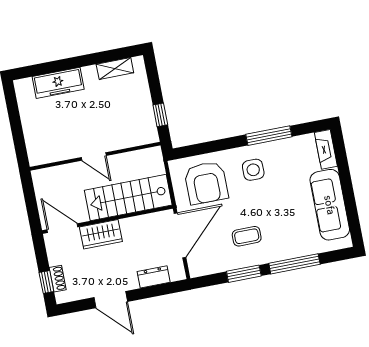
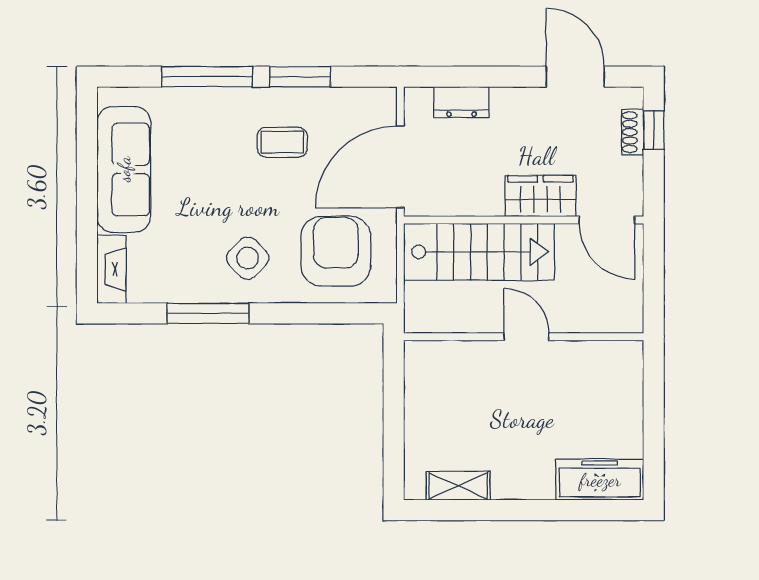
freezer: (58, 83) -> (600, 480), moved
window: (160, 115) -> (394, 388), removed
side table: (253, 170) -> (248, 258), turned 45
door: (111, 300) -> (575, 77), moved

